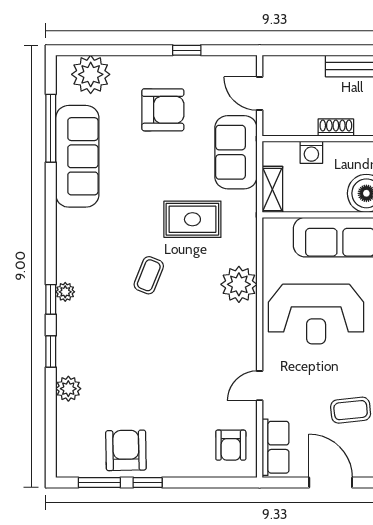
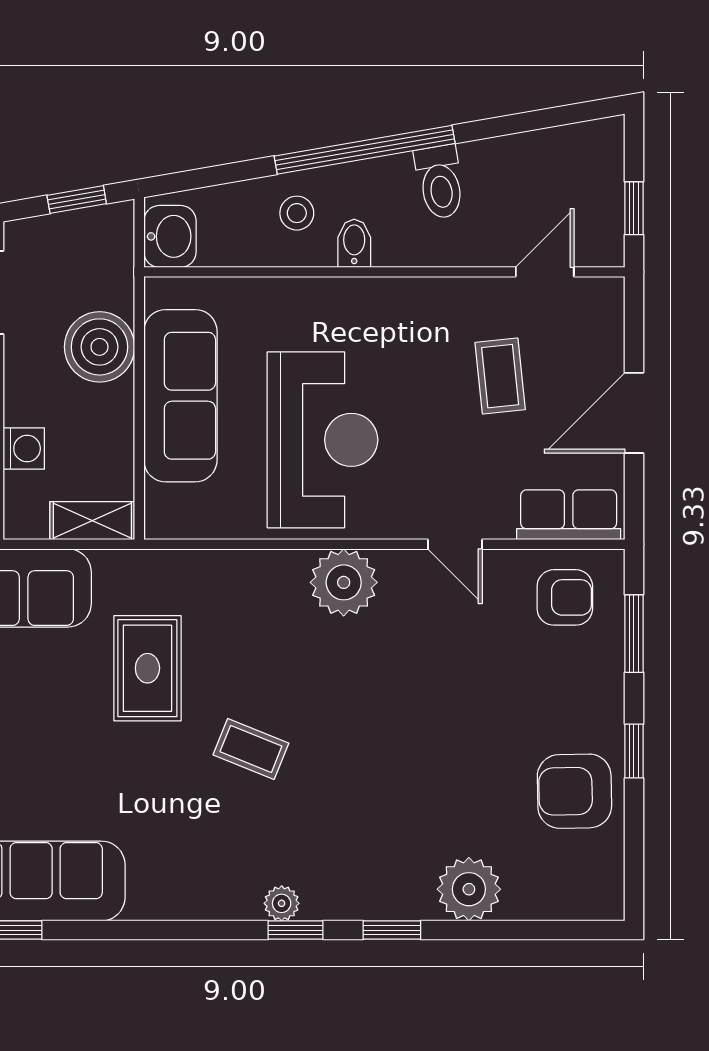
plant: (239, 284) -> (344, 582), moved
plant: (68, 389) -> (469, 889), width x1.36, depth x1.36
window: (99, 483) -> (634, 634), moved

